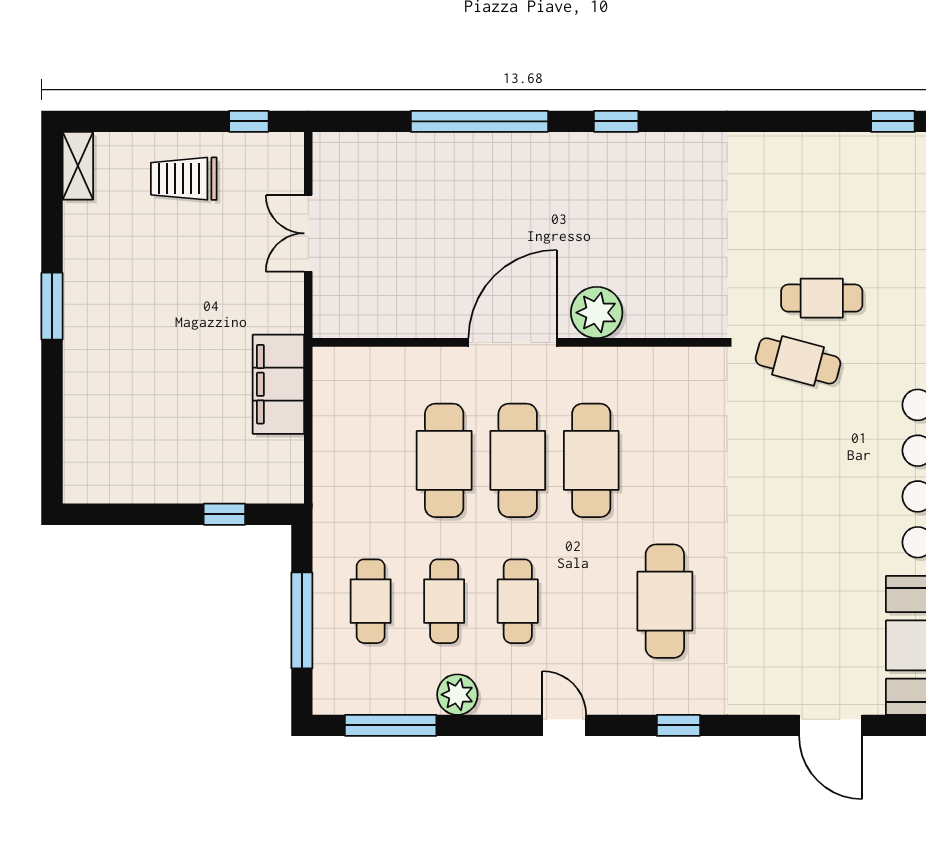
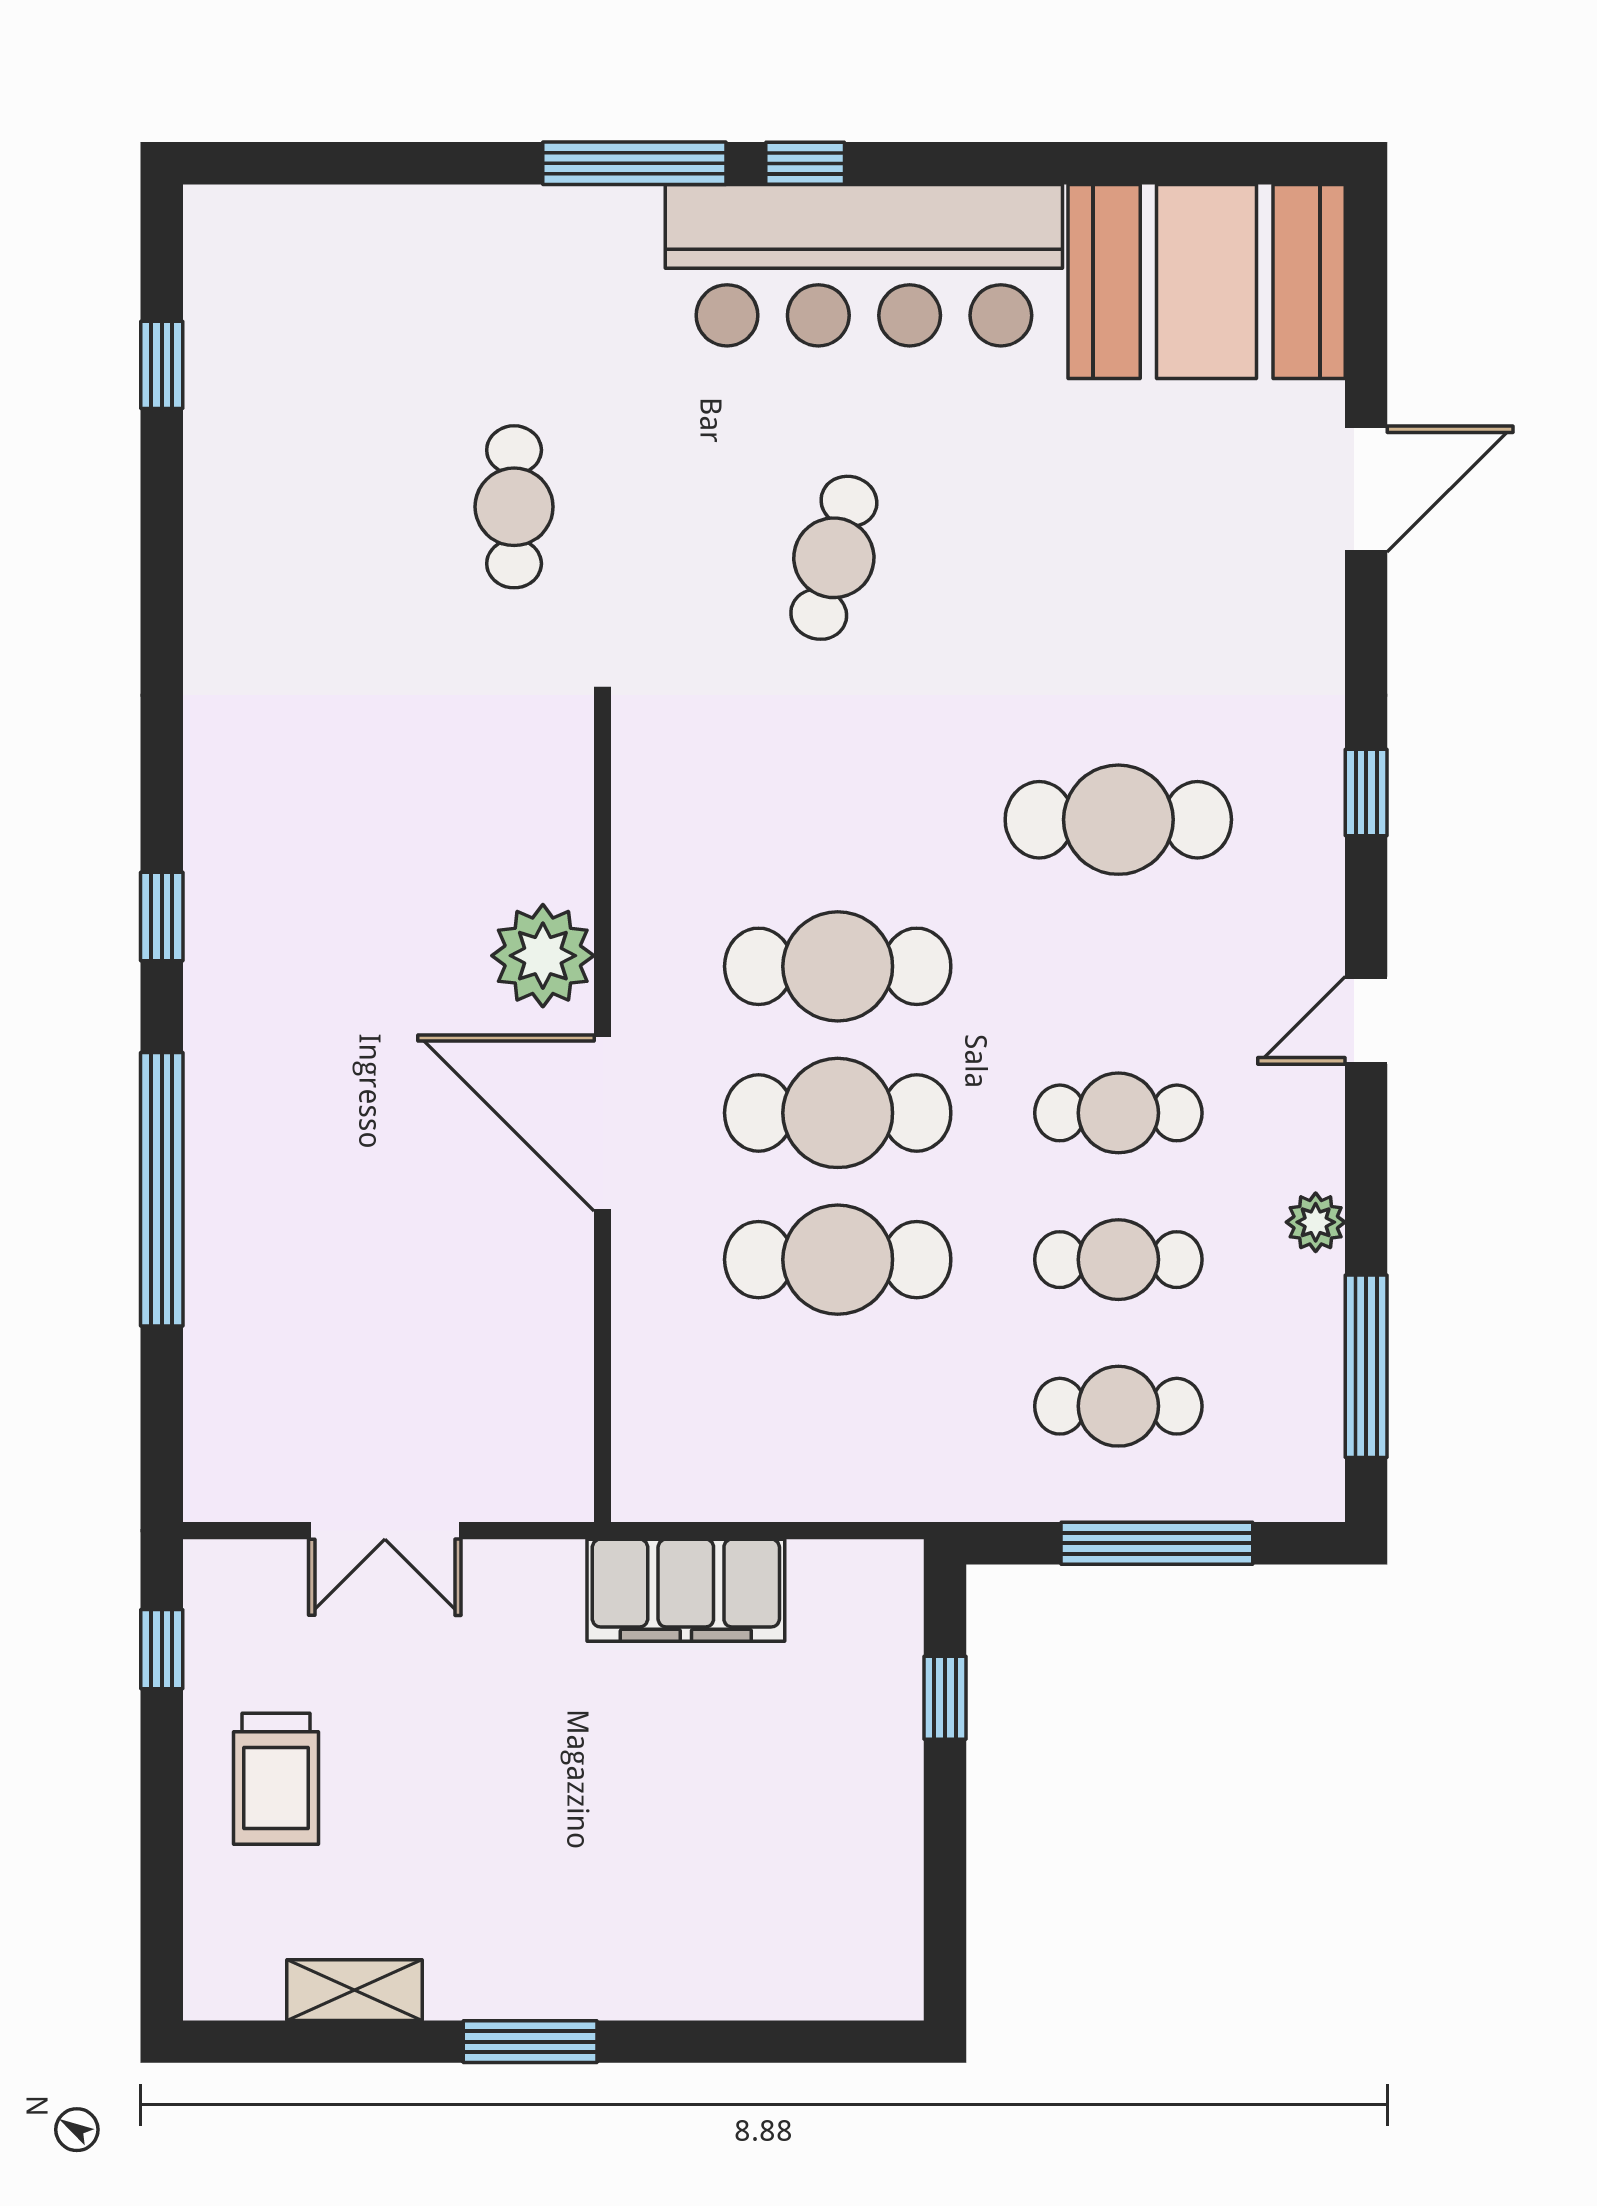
shelving: (78, 166) -> (355, 1990), moved
cafe table: (798, 361) -> (834, 558), moved
plant: (457, 695) -> (1316, 1222), width x0.73, depth x0.73

